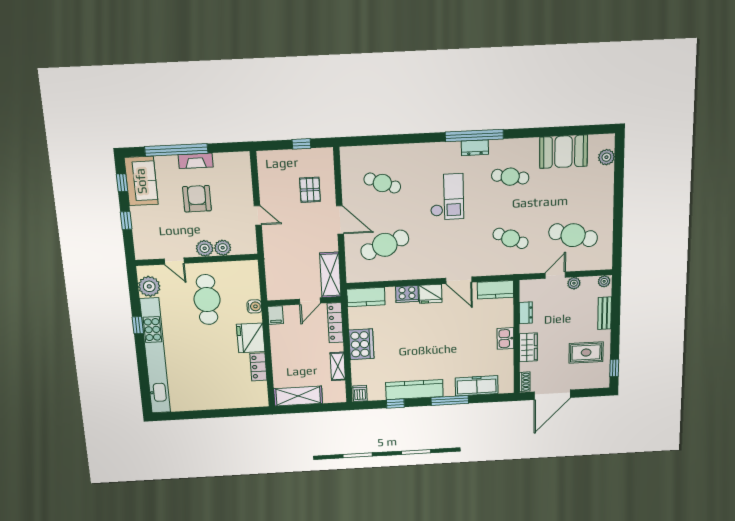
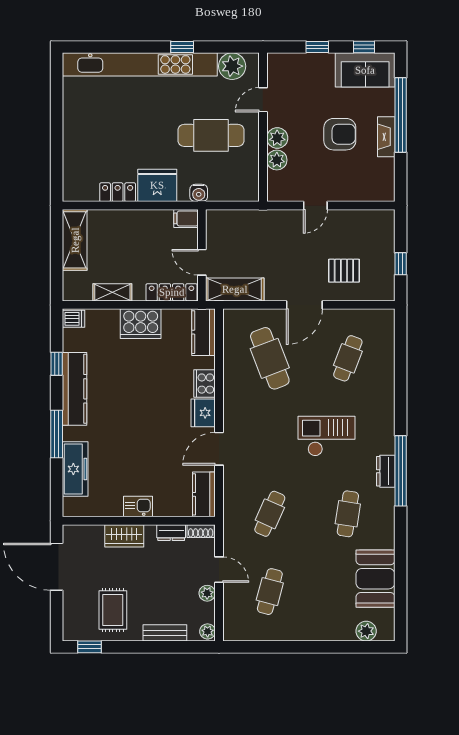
checkout: (447, 197) -> (327, 436), turned 180
cafe table: (573, 235) -> (270, 592), width x0.73, depth x0.74
shoe rack: (525, 382) -> (201, 531), moved

